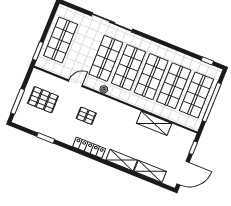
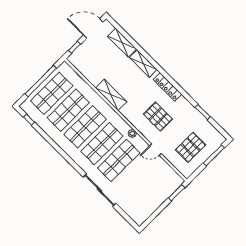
shop shelf: (61, 40) -> (152, 194), removed
pallet: (43, 100) -> (191, 147), turned 90
pallet: (86, 116) -> (158, 117), width x1.50, depth x1.42
shelving: (154, 123) -> (111, 95), moved

